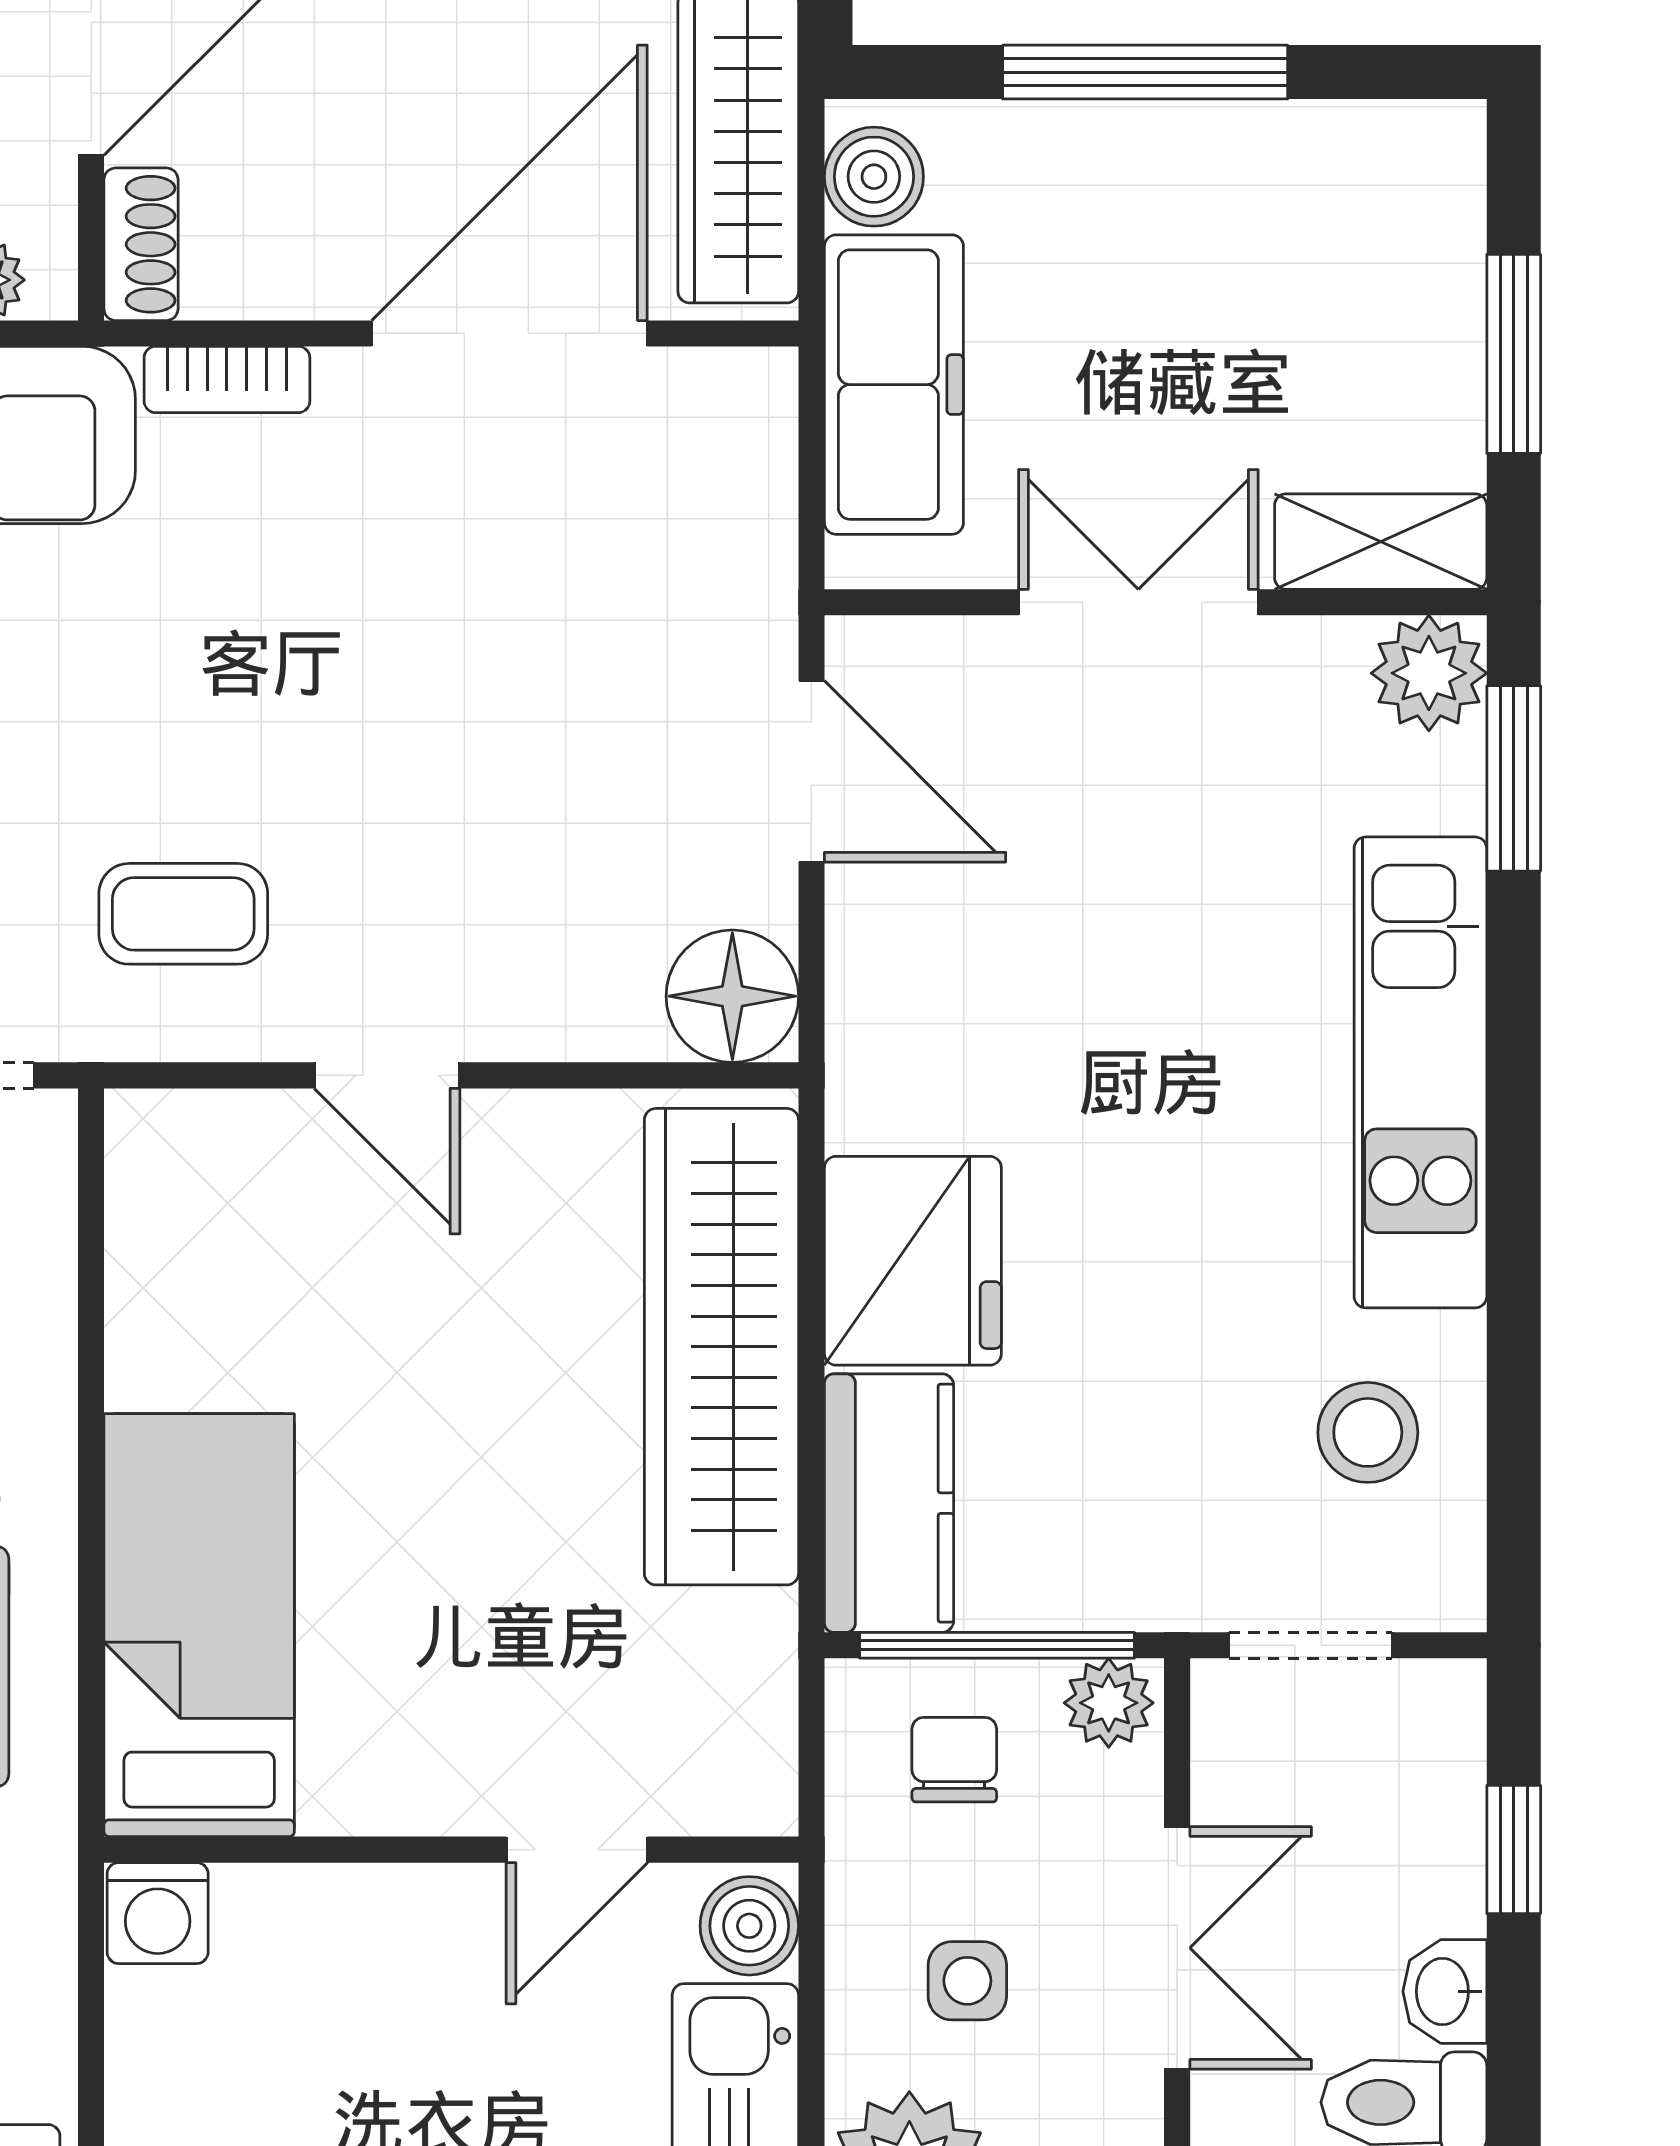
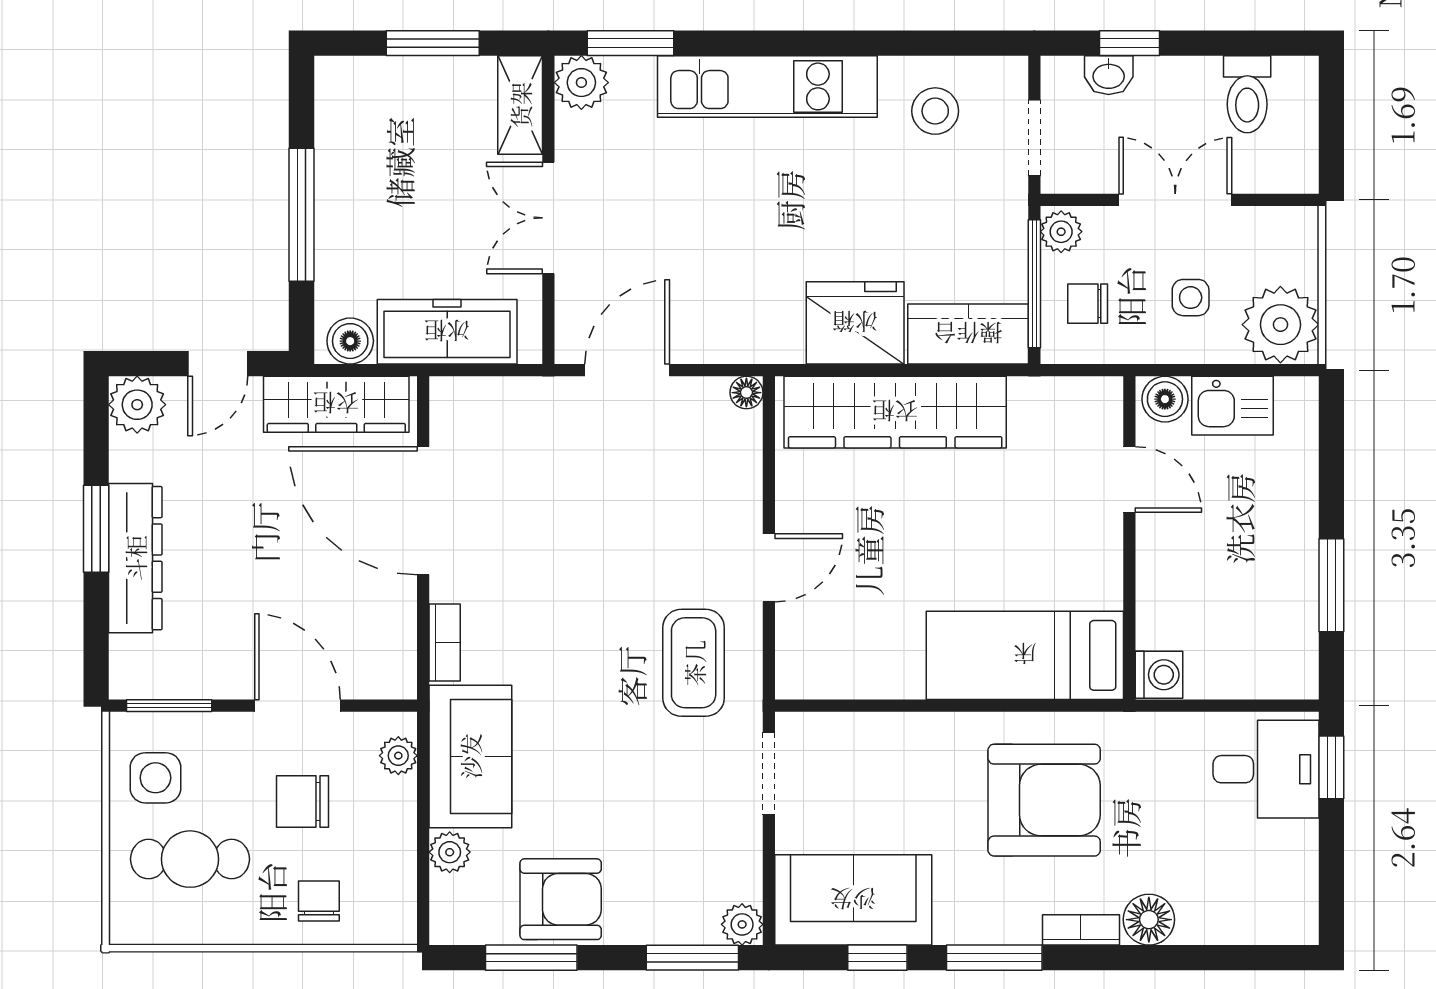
shoe rack: (141, 244) -> (382, 682), removed
coffee table: (183, 914) -> (694, 663), width x1.36, depth x1.30
floor lamp: (732, 996) -> (746, 393), width x0.53, depth x0.53
washbasin: (1445, 1991) -> (1109, 75), moved

